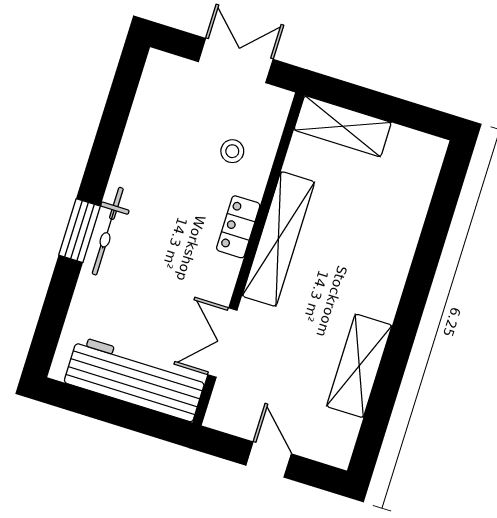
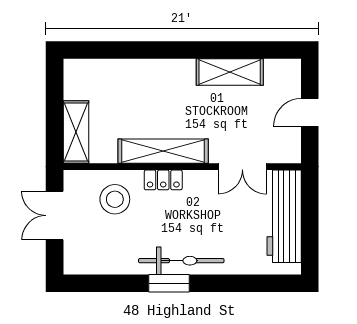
stool: (232, 151) -> (115, 199), width x1.89, depth x1.89
window: (80, 231) -> (169, 283), moved
bicycle: (108, 231) -> (181, 261), width x1.37, depth x1.40

